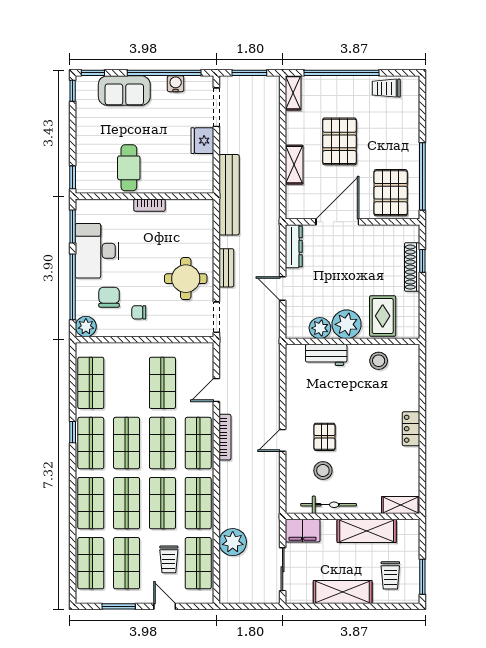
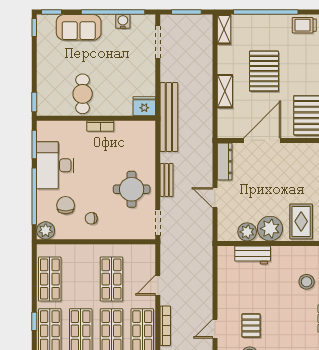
fridge: (202, 141) -> (144, 106), moved, turned 90
stool: (379, 361) -> (307, 282), moved

